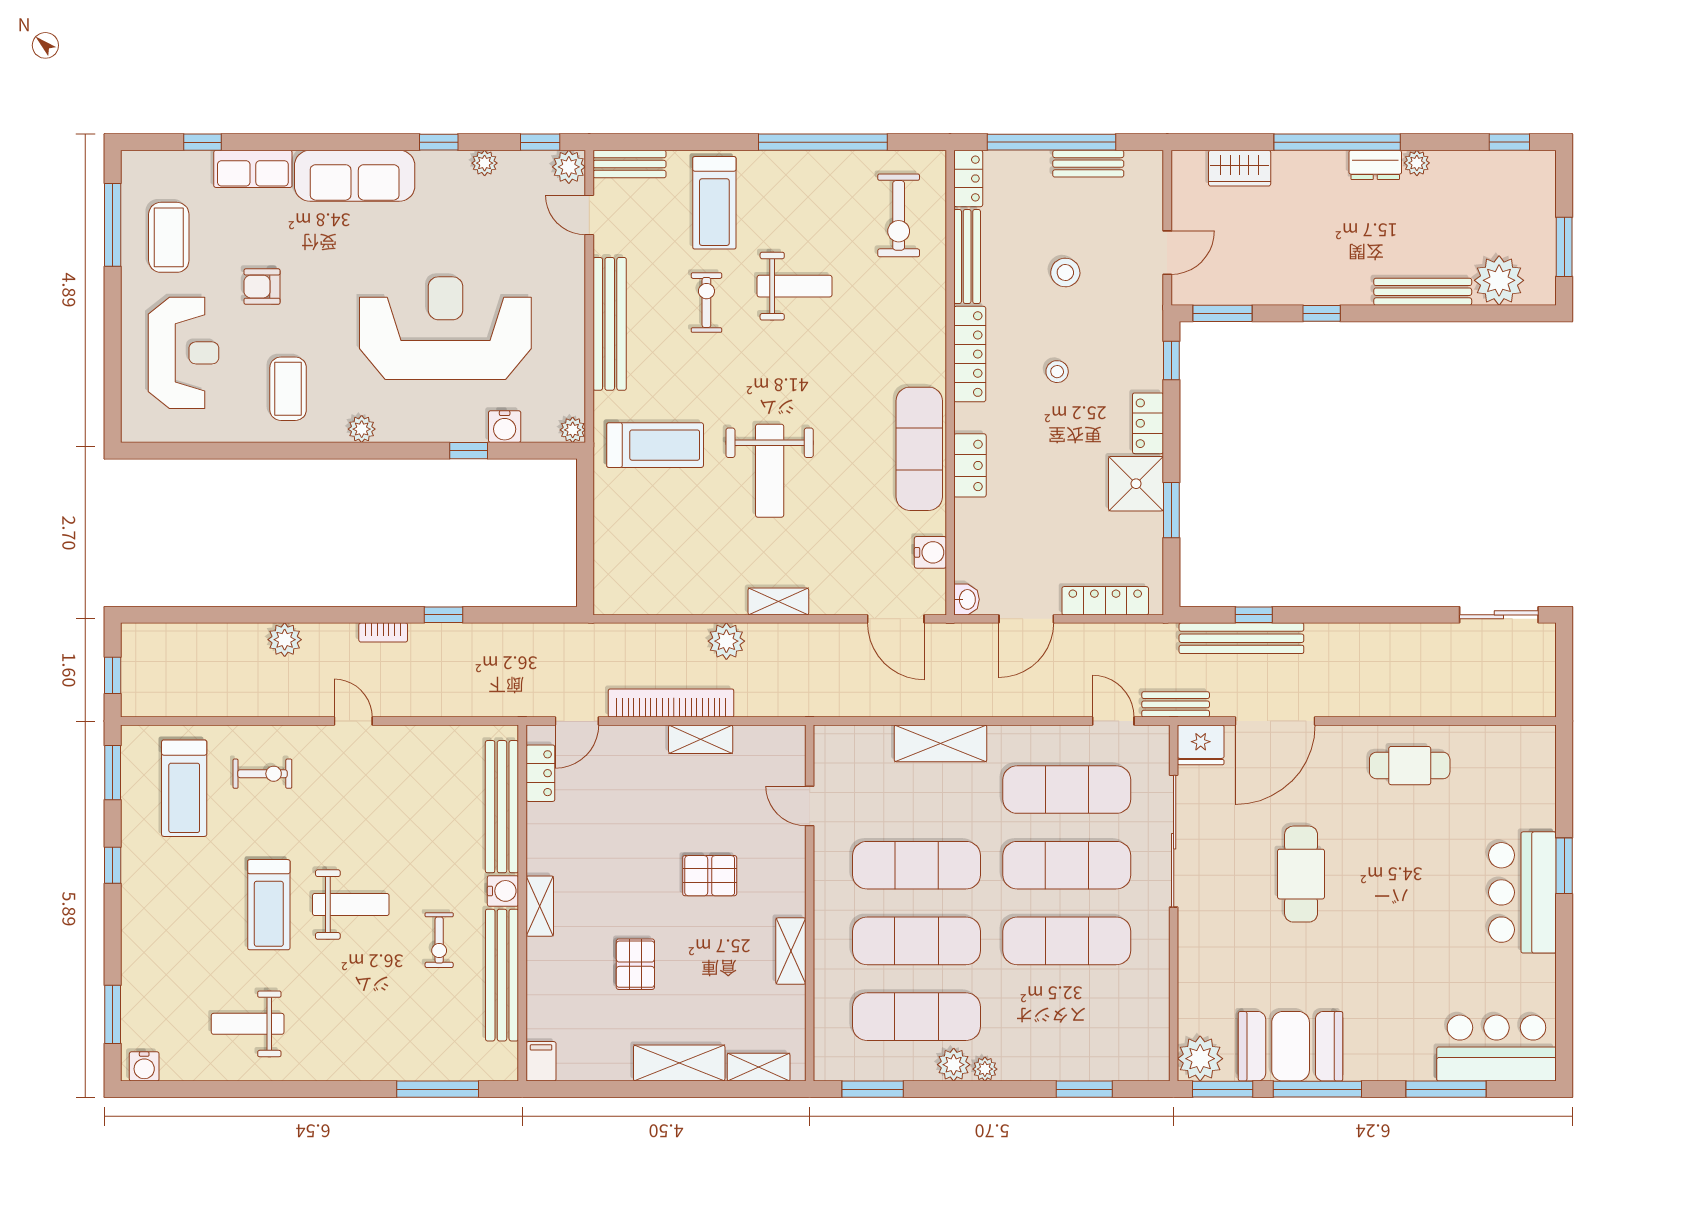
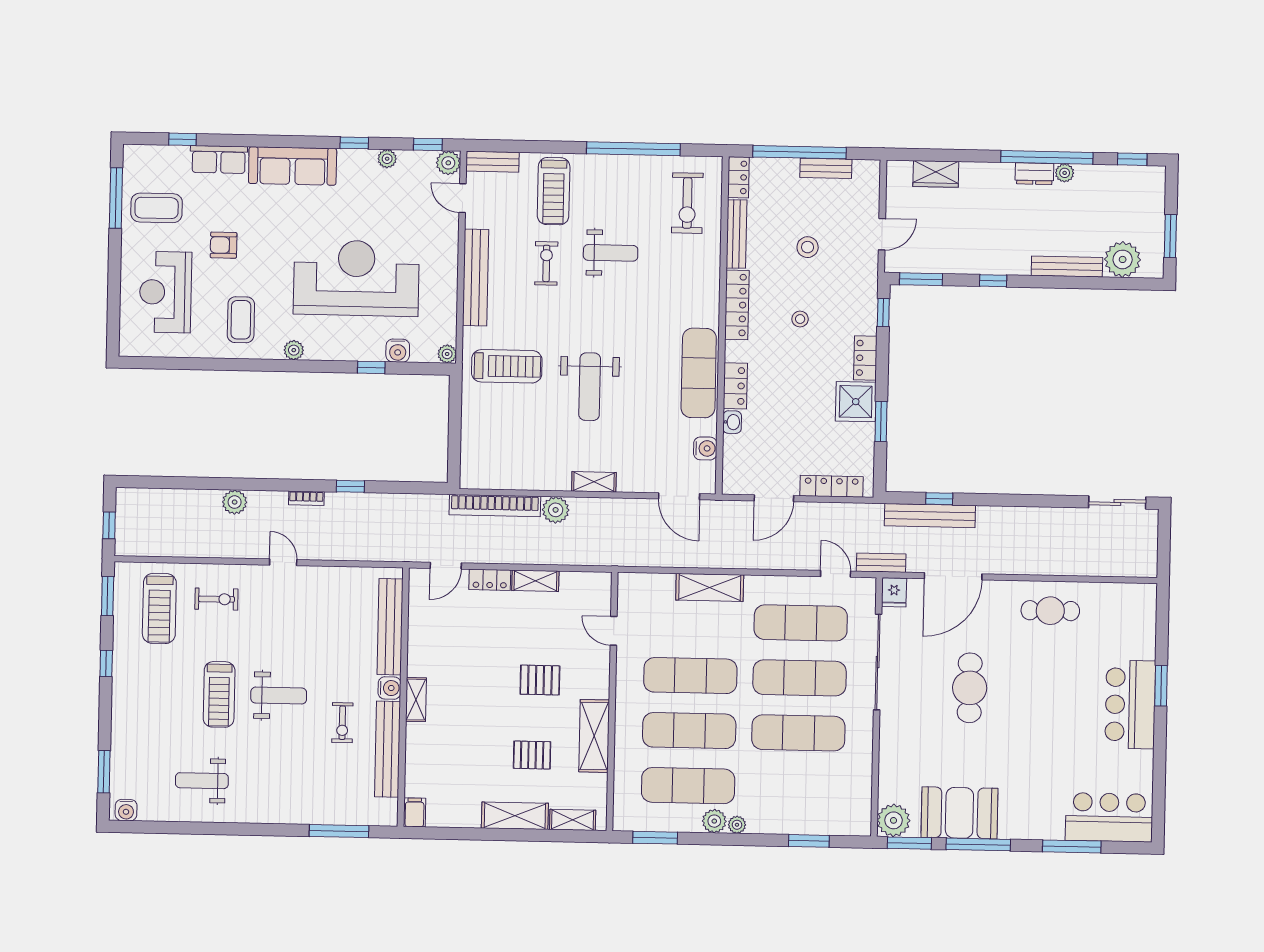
window: (1337, 142) -> (1047, 157), moved
coffee table: (169, 237) -> (157, 208), turned 90
reception desk: (184, 353) -> (165, 292), turned 180
washbasin: (967, 599) -> (732, 422), moved
bookcase: (671, 703) -> (495, 506), moved, turned 180
fridge: (1201, 745) -> (894, 592), width x0.72
locker: (540, 773) -> (490, 580), moved, turned 90
shelving: (791, 951) -> (594, 736), width x1.50, depth x1.33
pallet: (635, 964) -> (532, 755), moved, turned 90

